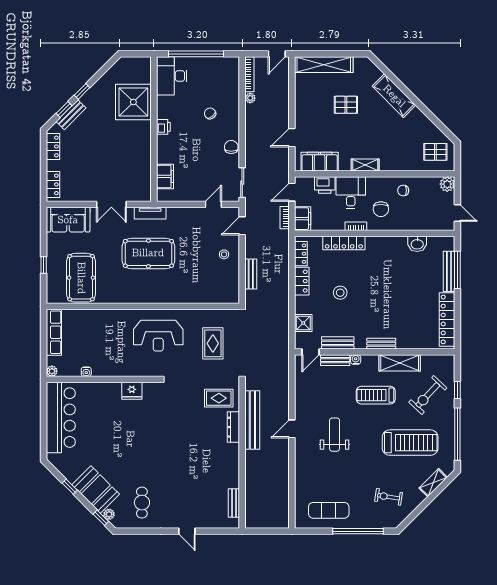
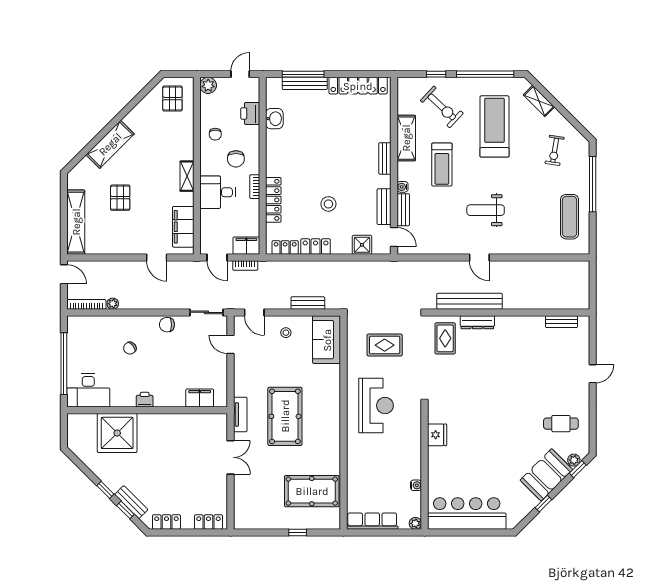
printer: (325, 185) -> (250, 114), moved, turned 180
chair: (381, 209) -> (236, 159), turned 90
sofa: (68, 220) -> (327, 340), moved, turned 180

